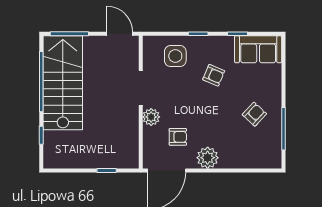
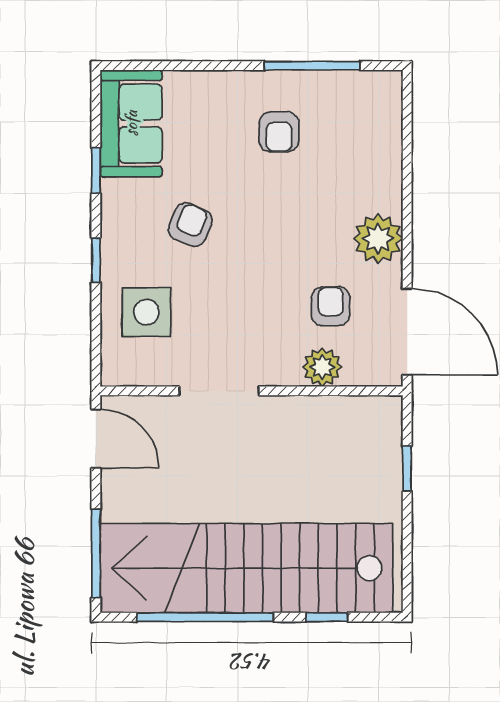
door: (120, 34) -> (96, 439), swing flipped
stairs: (63, 83) -> (247, 568), width x1.36
armchair: (254, 114) -> (279, 132), turned -133
plant: (151, 117) -> (322, 367), moved

